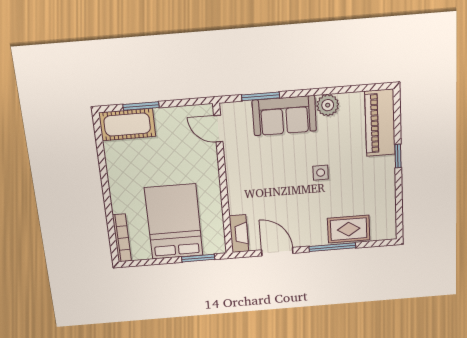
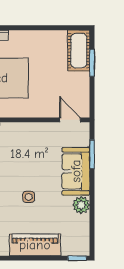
piano: (380, 123) -> (35, 245), moved
door: (218, 129) -> (70, 120), hinge flipped
window: (398, 156) -> (77, 258), moved

